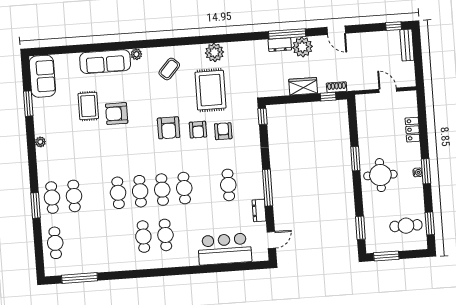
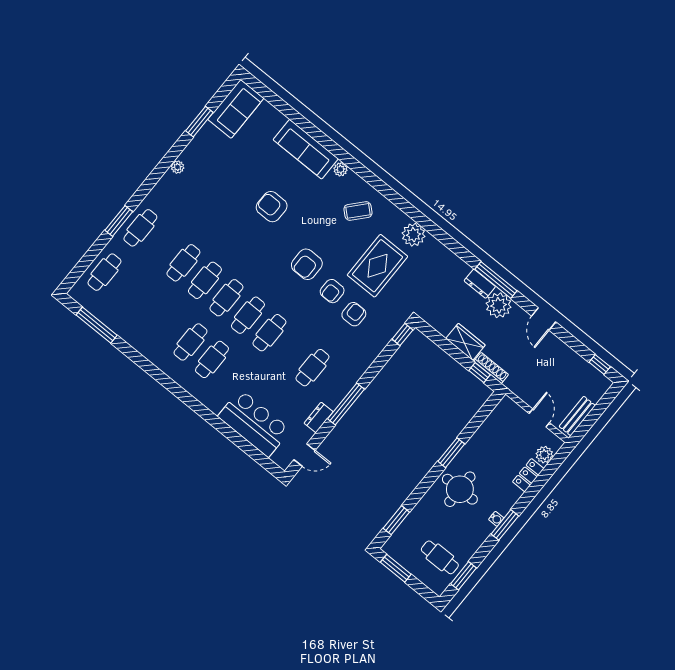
bench: (407, 45) -> (577, 416), moved
shoe rack: (337, 87) -> (491, 368), width x1.43
rug: (88, 106) -> (252, 175), removed
plant: (411, 109) -> (544, 455), added
cafe table: (74, 196) -> (183, 263), moved

